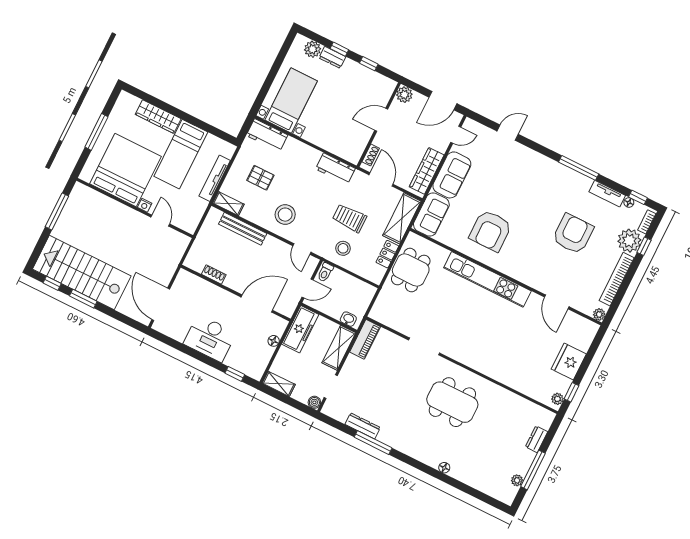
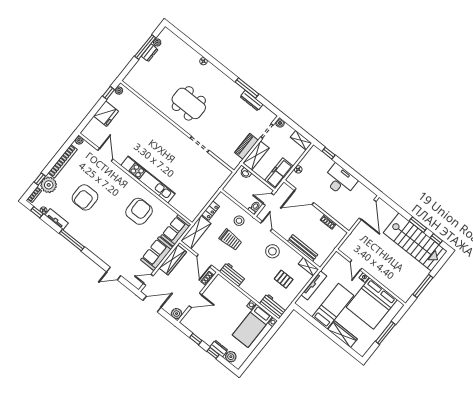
dining table: (411, 270) -> (197, 197), removed
piano: (365, 339) -> (246, 146), moved
dresser: (537, 439) -> (150, 53), moved

